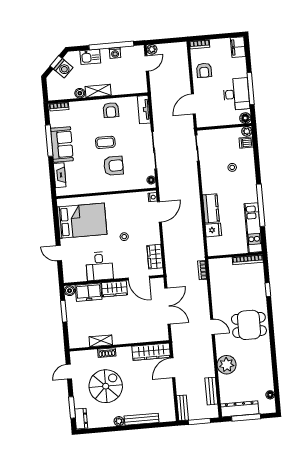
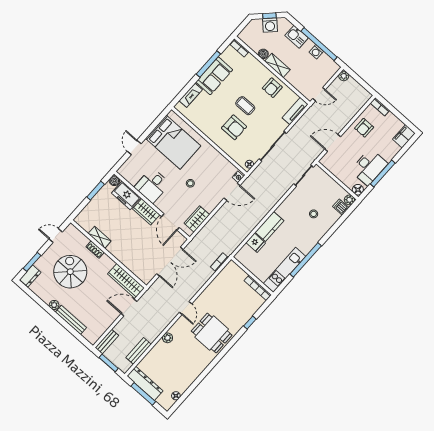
door: (147, 63) -> (319, 94), moved
plant: (227, 365) -> (168, 338), width x0.53, depth x0.53
spiral stairs: (106, 386) -> (70, 272), turned -90

